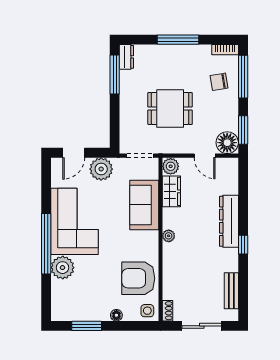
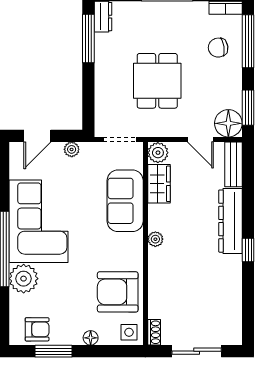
dining table: (170, 108) -> (157, 81), turned 90
plant: (101, 169) -> (72, 149), width x0.53, depth x0.53
bench: (231, 291) -> (233, 164), moved
armchair: (73, 308) -> (37, 329), added

